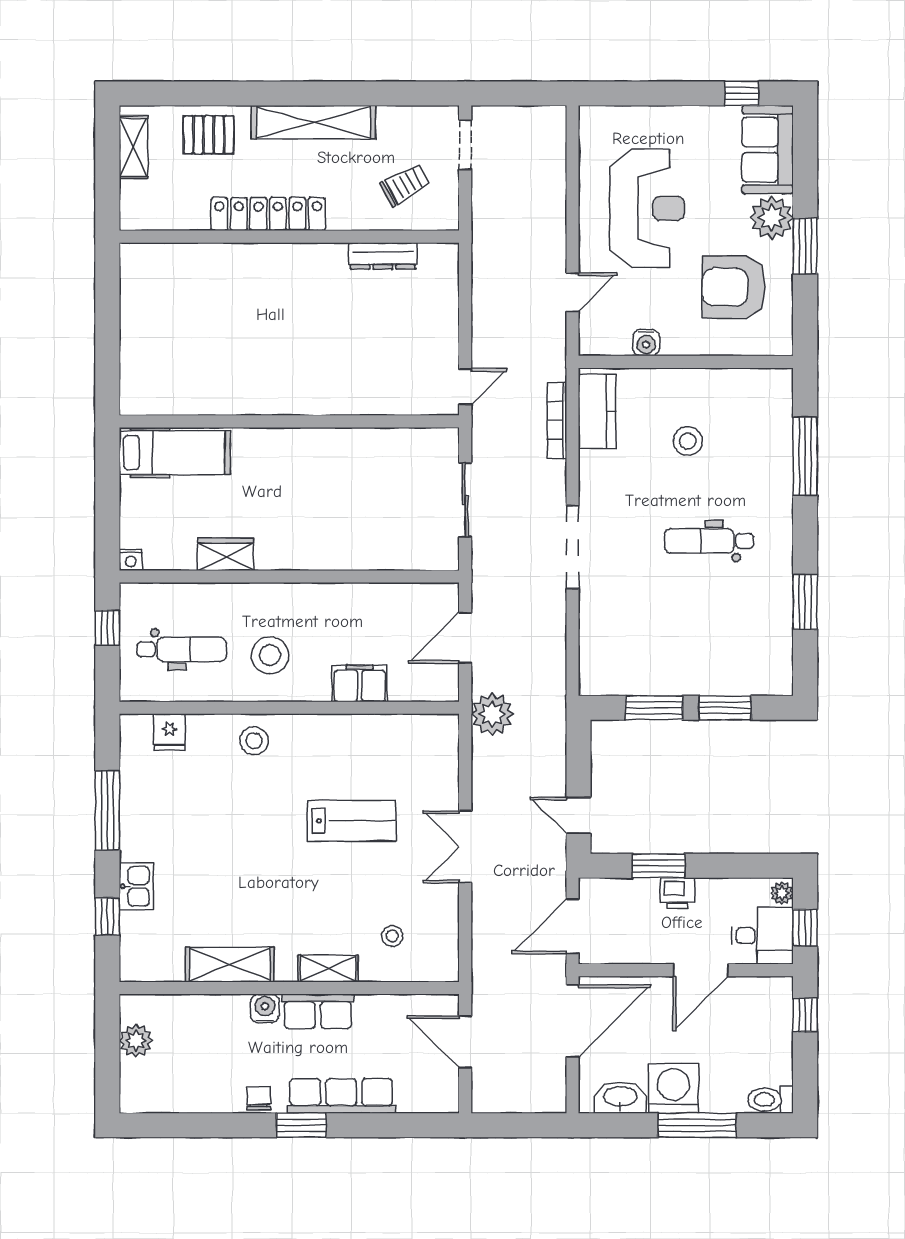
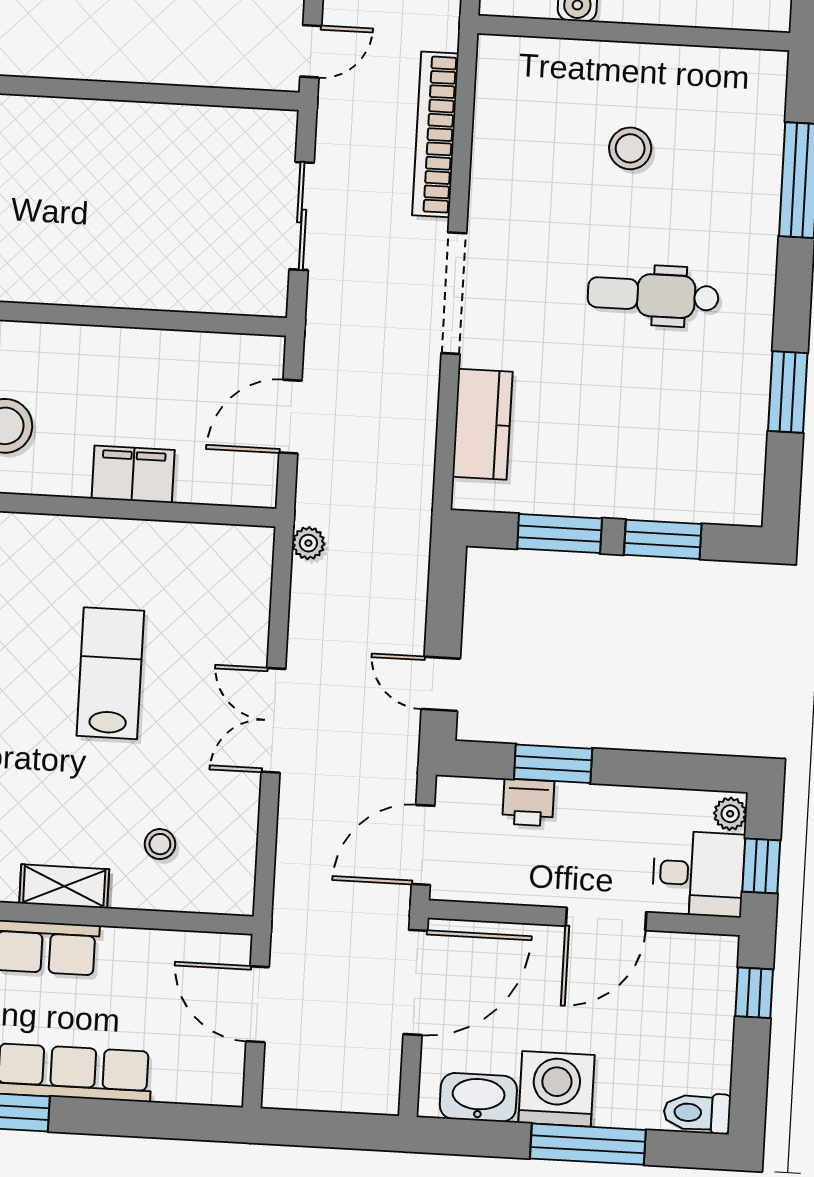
kitchen counter: (597, 411) -> (482, 424), moved
bookcase: (557, 421) -> (435, 134), width x1.48, depth x1.31
plant: (492, 714) -> (308, 543), width x0.53, depth x0.53
lab bench: (352, 821) -> (110, 673), turned -90
printer: (677, 893) -> (528, 802), moved

